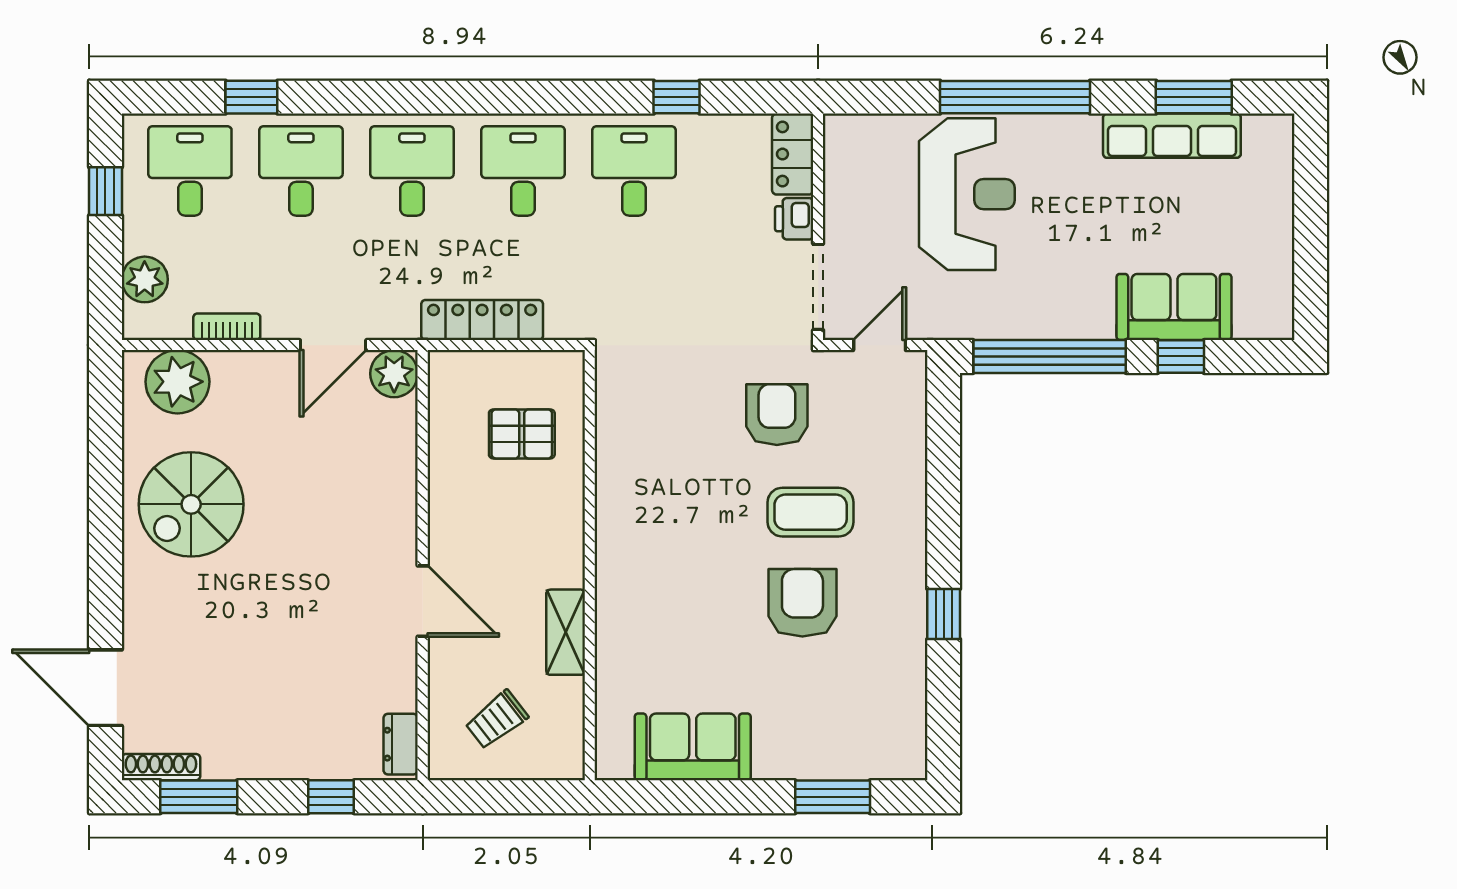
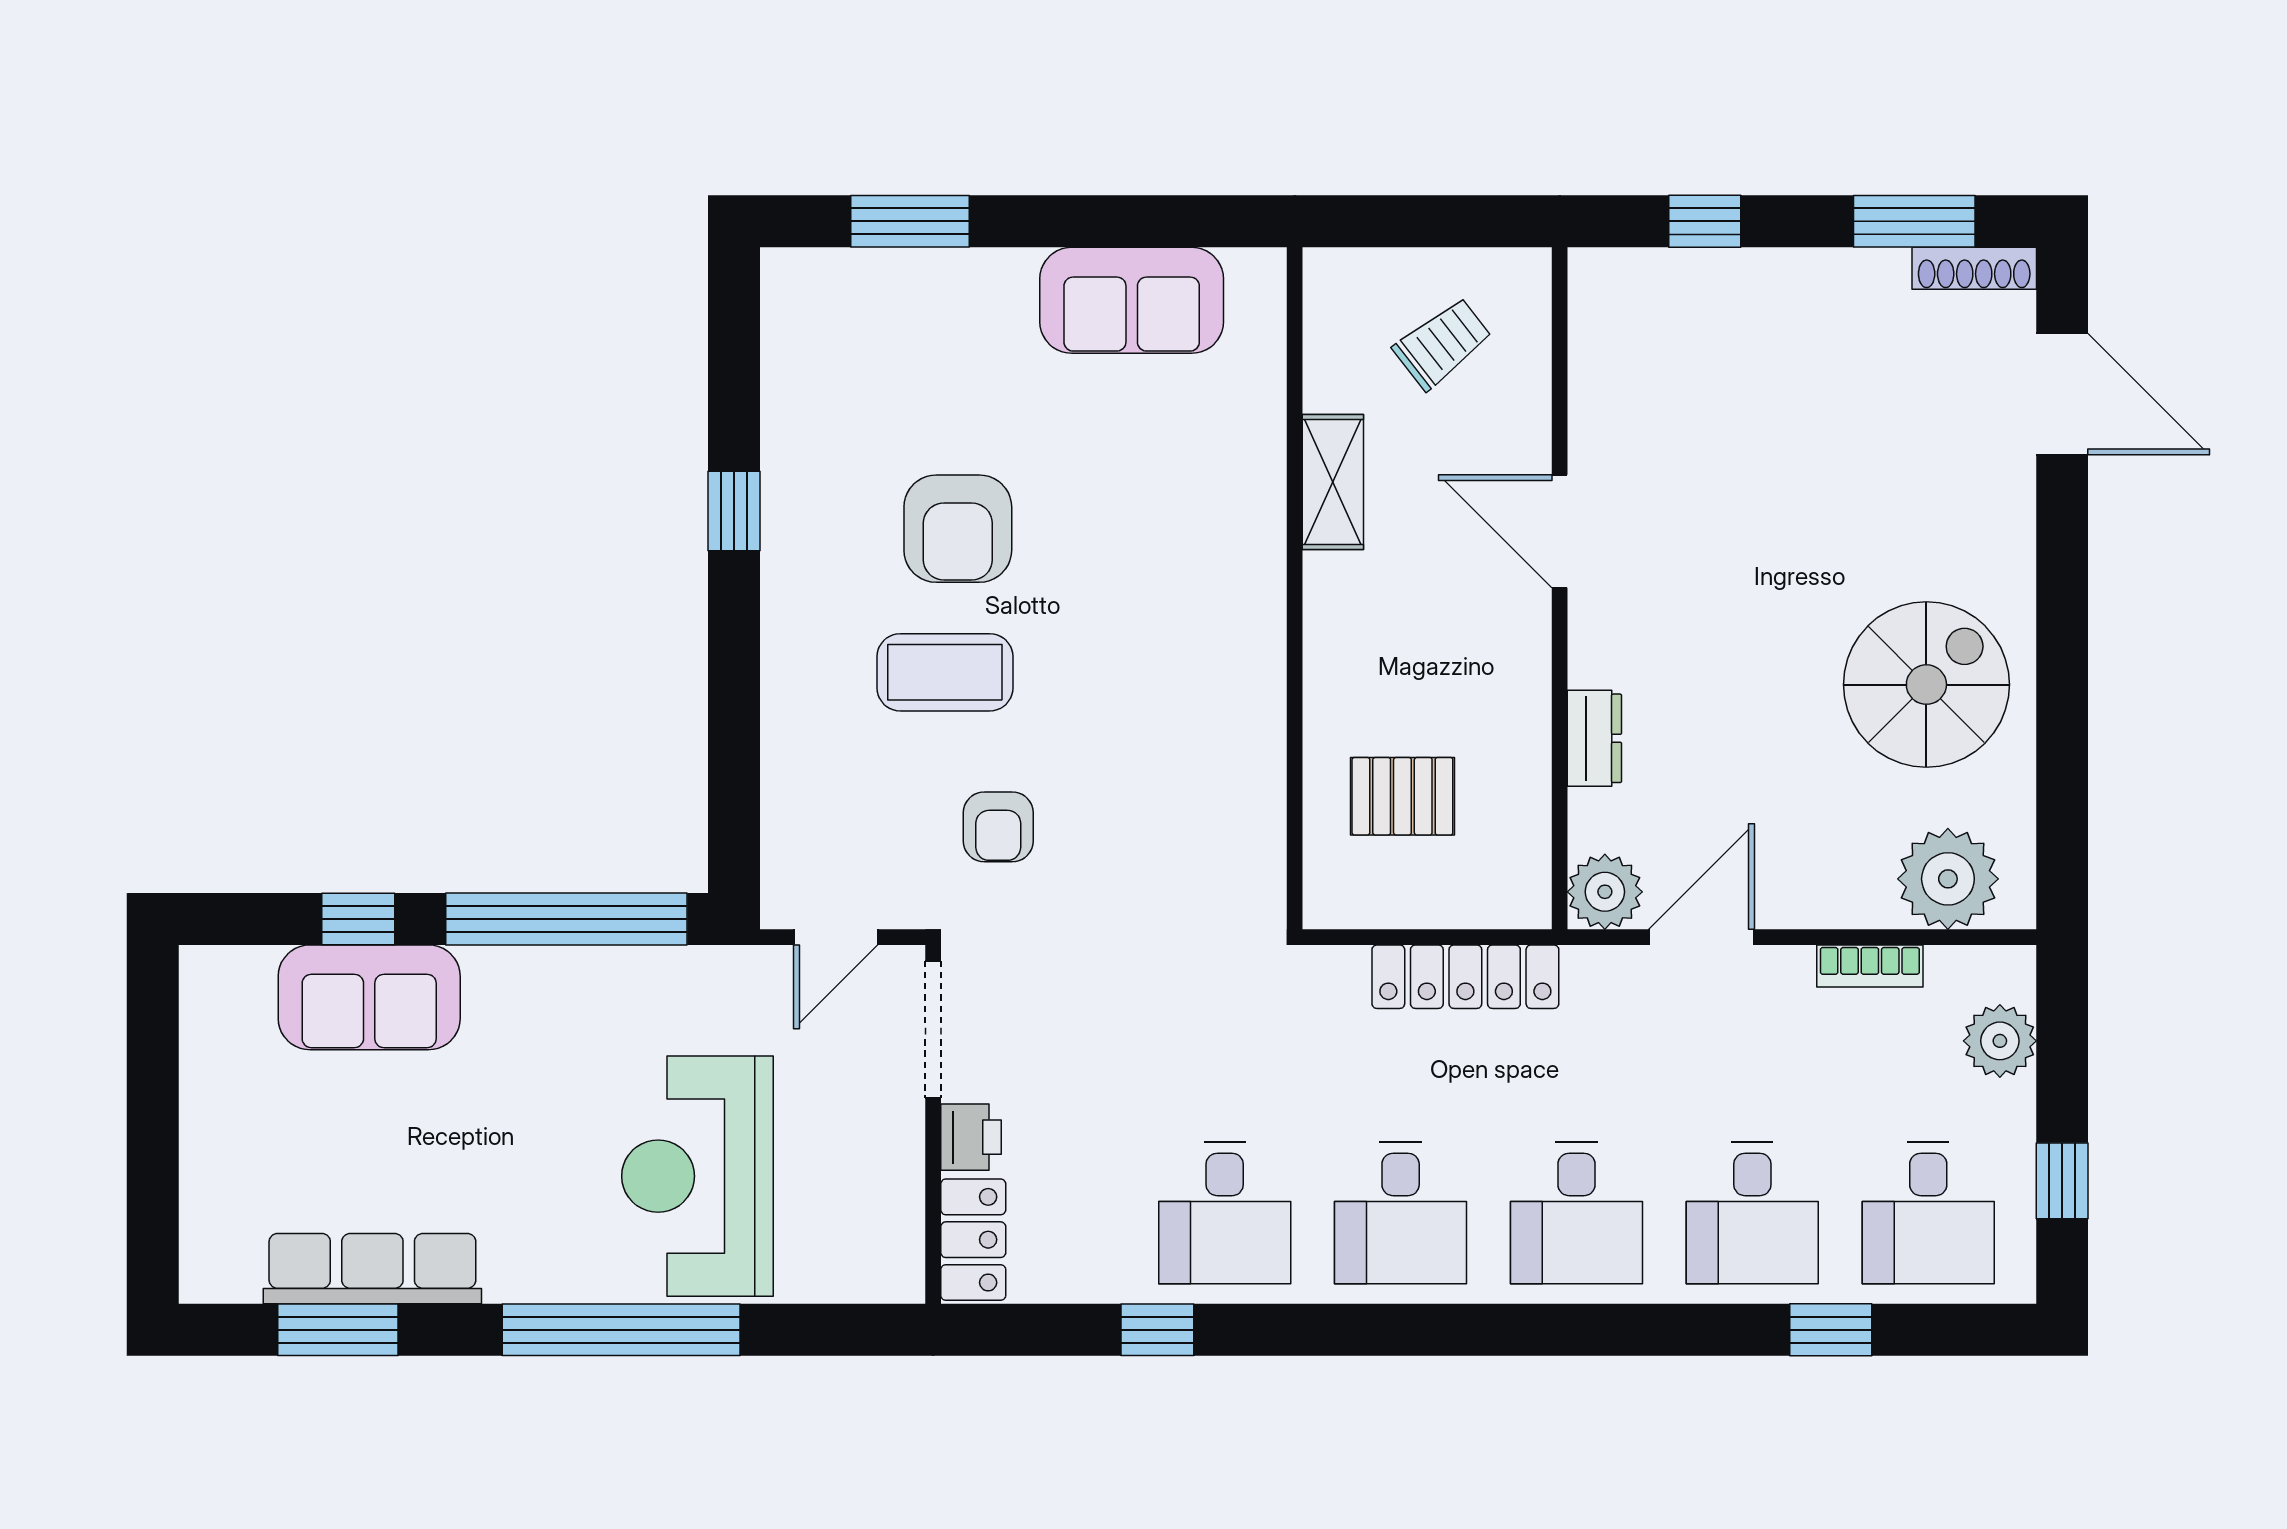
armchair: (777, 415) -> (998, 827), width x0.72, depth x0.72
dresser: (401, 744) -> (1594, 738), moved

